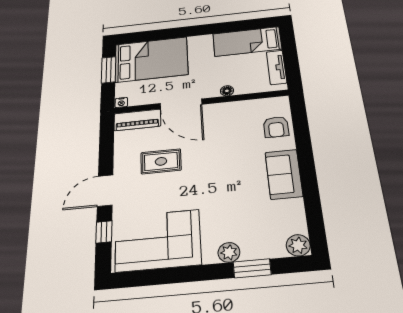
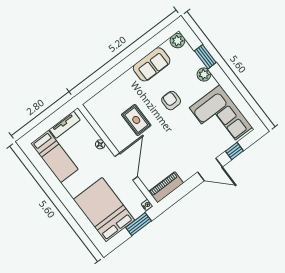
window: (109, 70) -> (138, 224), moved
piano: (137, 120) -> (166, 187), moved, turned -90
armchair: (276, 127) -> (171, 101), moved, turned -90
rug: (161, 161) -> (136, 120), moved
sofa: (284, 174) -> (152, 64), moved

